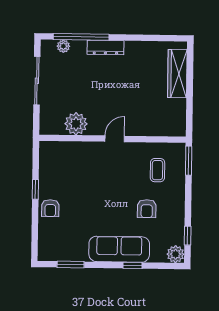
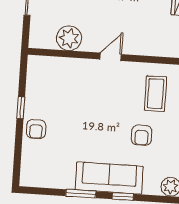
coffee table: (157, 170) -> (156, 94), width x1.36, depth x1.30
window: (71, 264) -> (81, 194), moved

